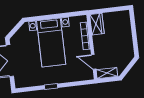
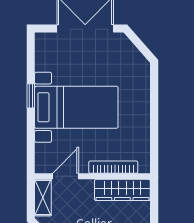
wardrobe: (97, 24) -> (122, 190), width x1.50
bed with nightstands: (51, 42) -> (76, 107), moved, turned 180

